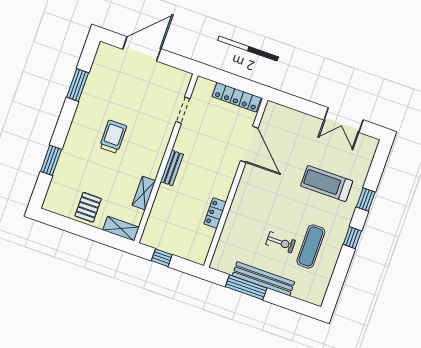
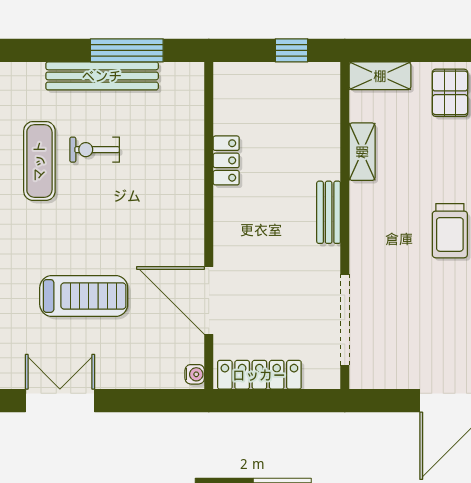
water cooler: (270, 109) -> (195, 374), added
doorway: (183, 110) -> (345, 320), width x1.87
treadmill: (327, 184) -> (84, 296), moved

